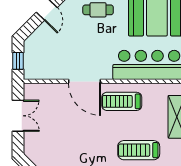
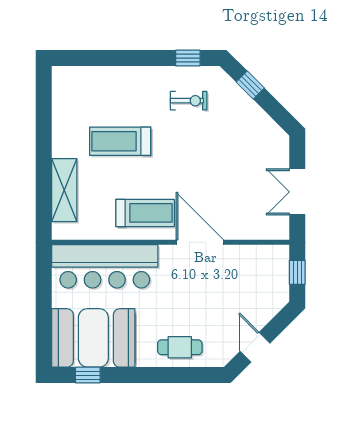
treadmill: (139, 150) -> (120, 141), turned 180

